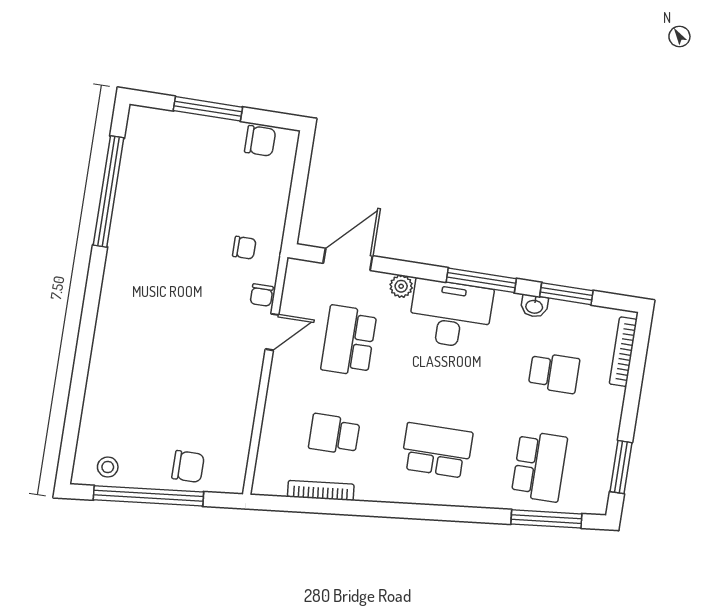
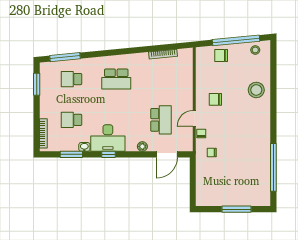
chair: (260, 141) -> (215, 99), moved
window: (481, 280) -> (109, 154), width x0.46
desk: (451, 314) -> (108, 138), moved
stool: (120, 375) -> (256, 90), added
school desk: (334, 434) -> (161, 79), removed
school desk: (539, 466) -> (71, 79), width x0.54

